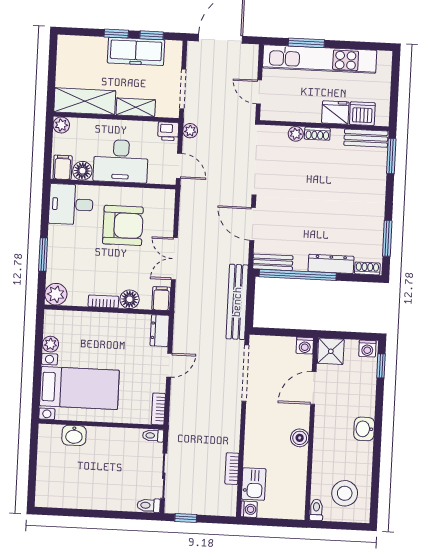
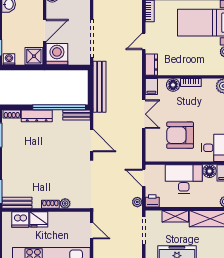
washing machine: (305, 346) -> (57, 54), width x1.89, depth x1.89

